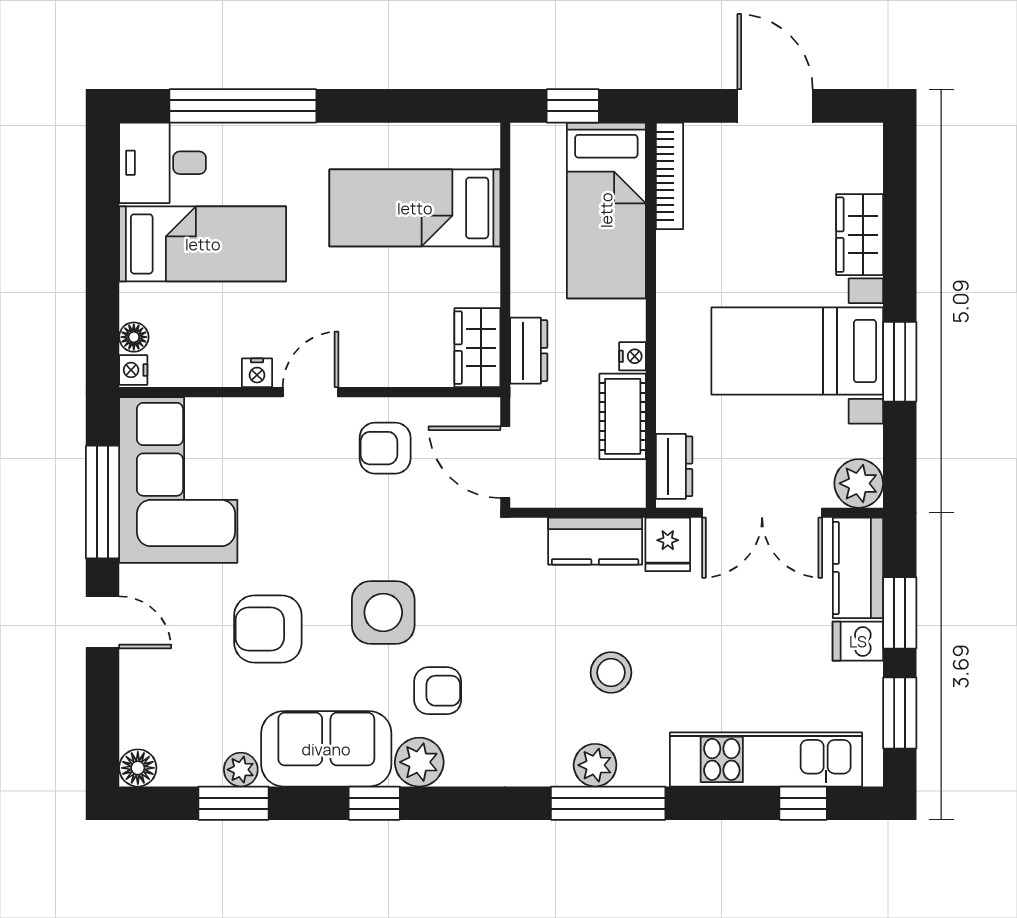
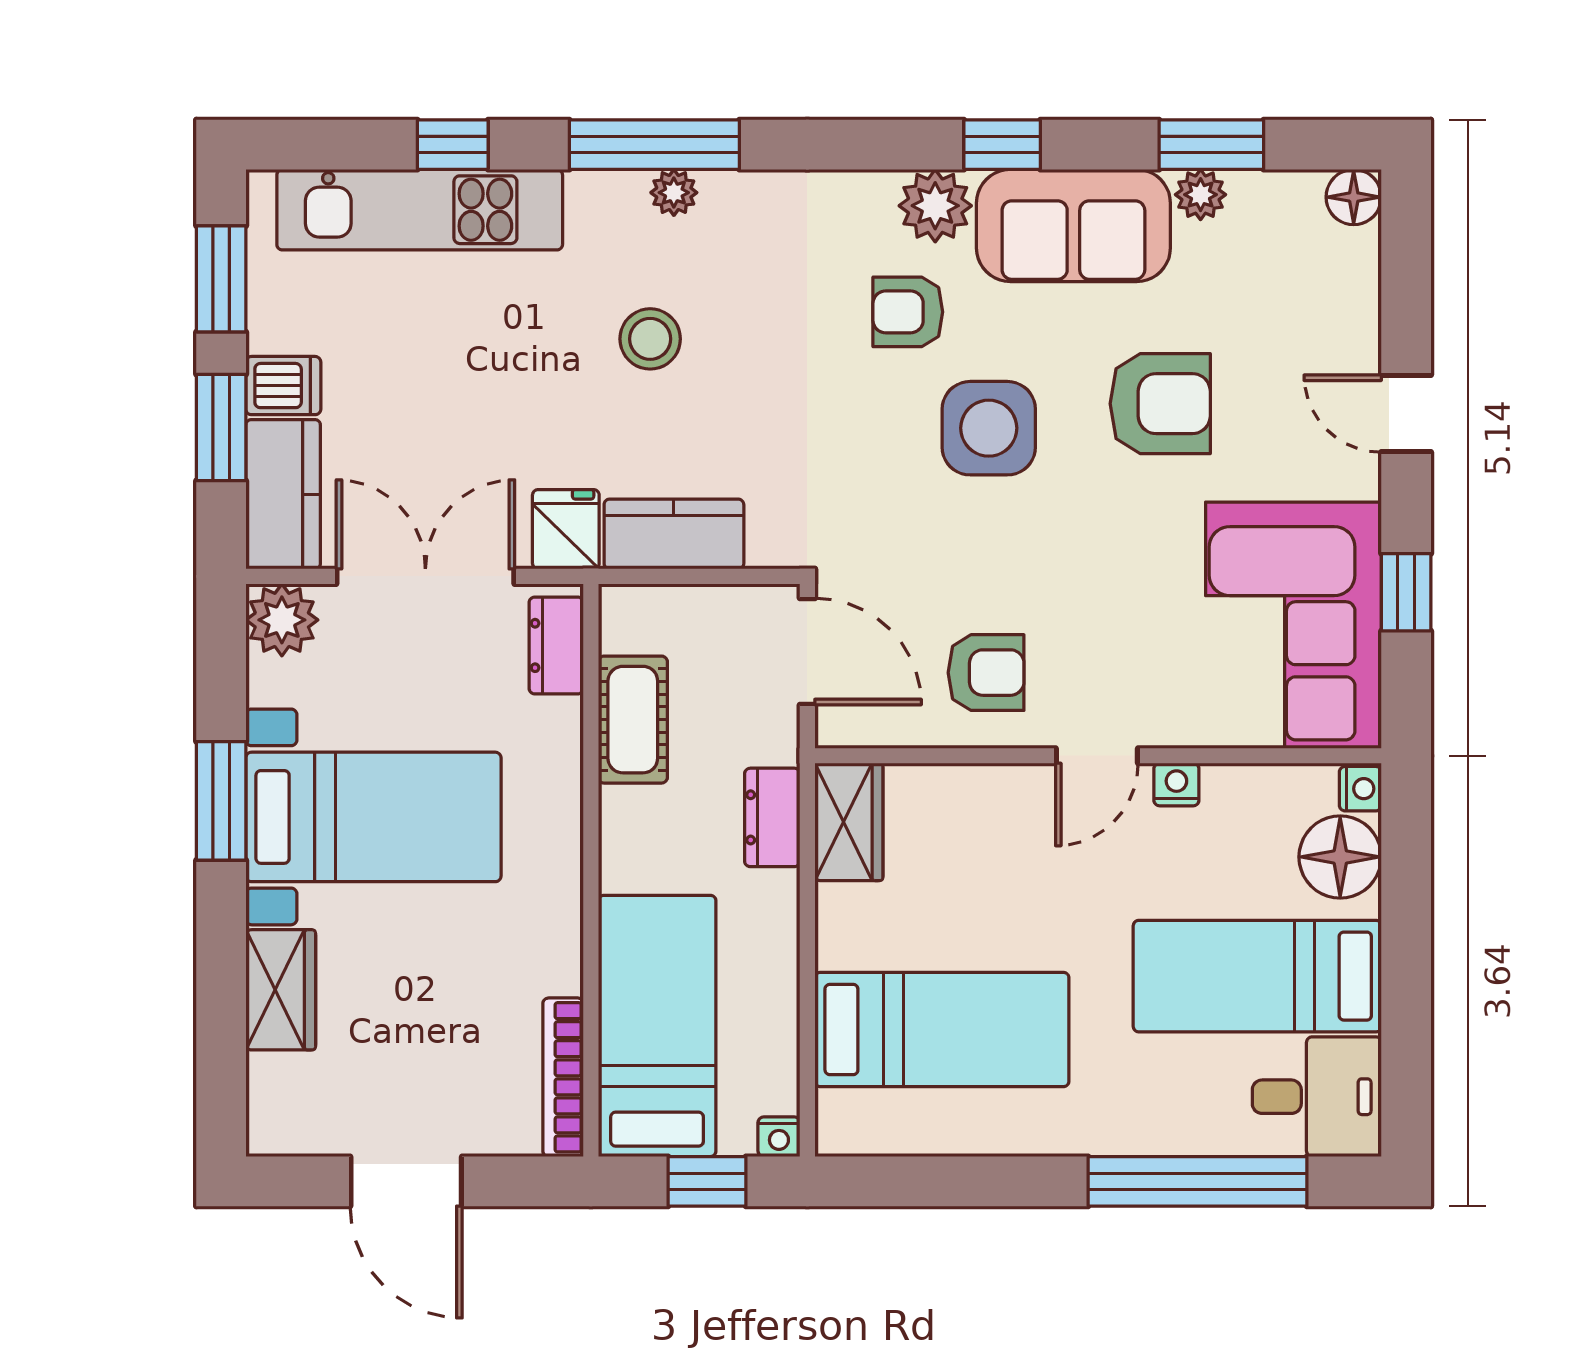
floor lamp: (134, 337) -> (1340, 857), width x1.89, depth x1.89
nightstand: (633, 356) -> (779, 1137), moved, turned -90
window: (103, 502) -> (1406, 592), width x0.46
plant: (595, 765) -> (674, 193), width x0.73, depth x0.73
window: (803, 803) -> (453, 145), moved

